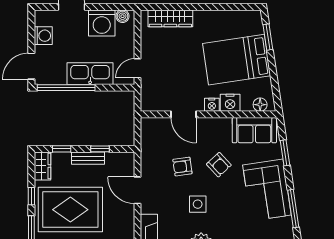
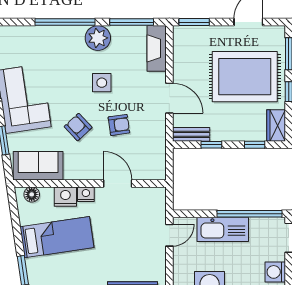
bed: (237, 60) -> (57, 237), width x0.67
bench: (88, 158) -> (191, 134), moved

